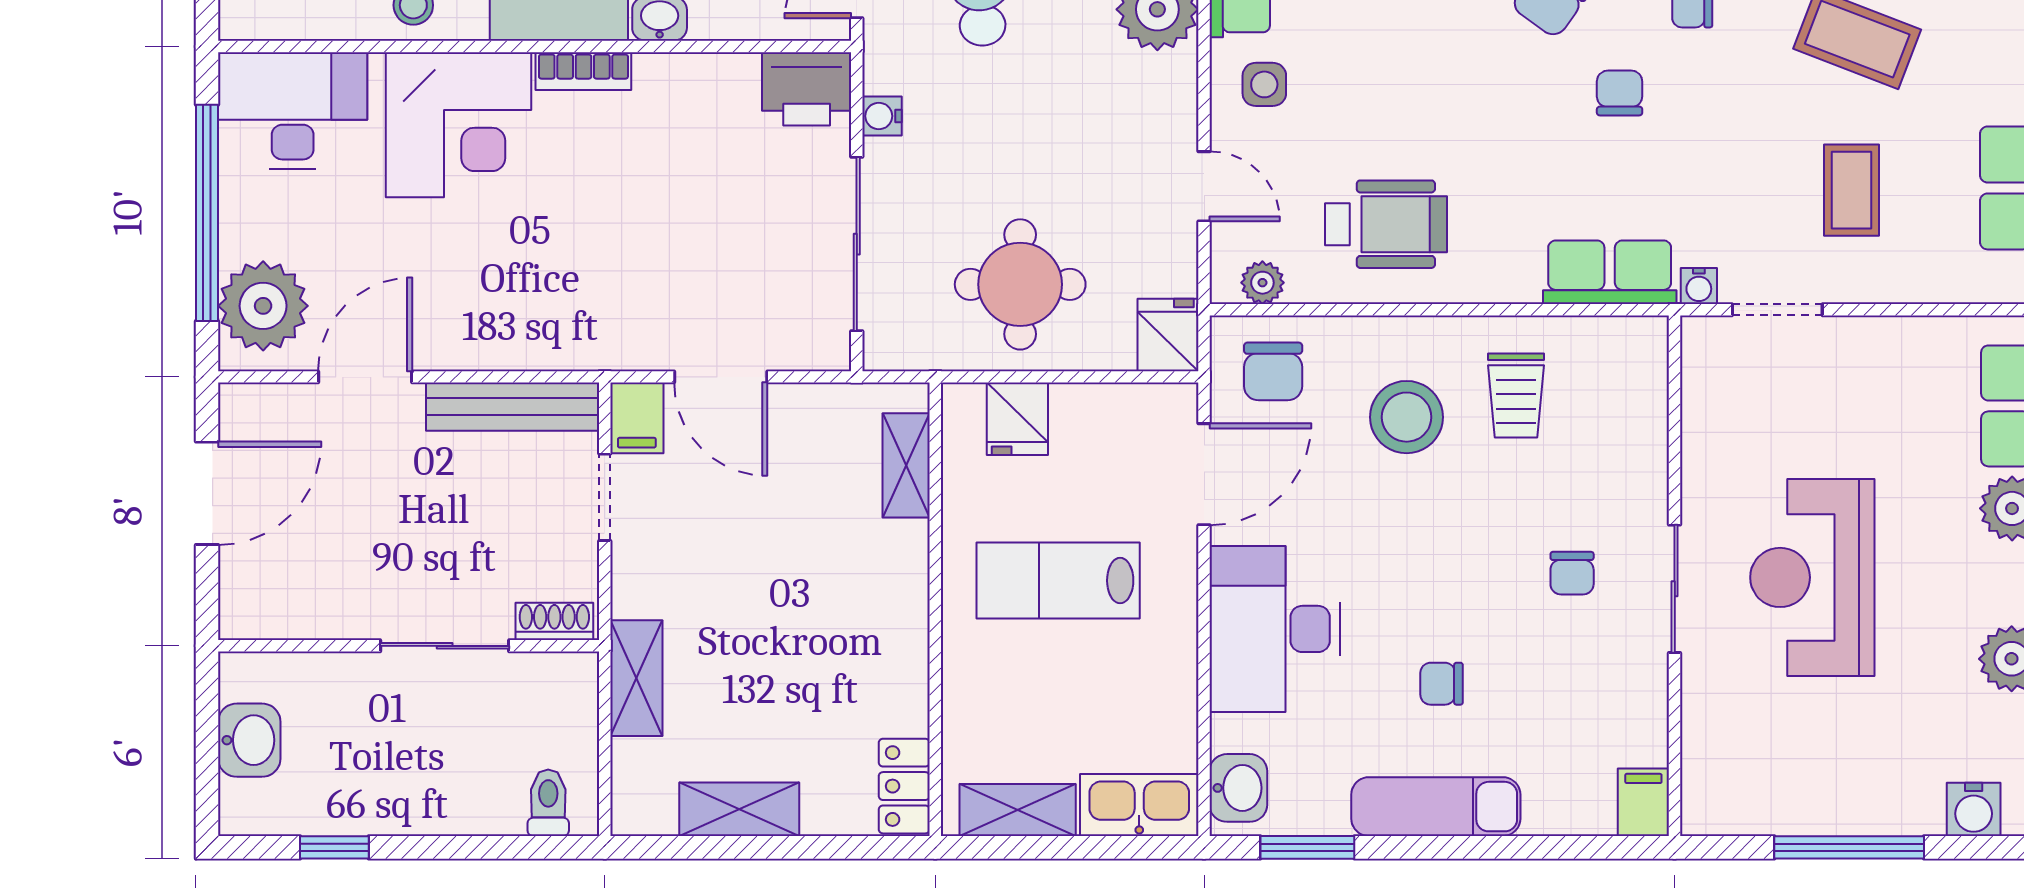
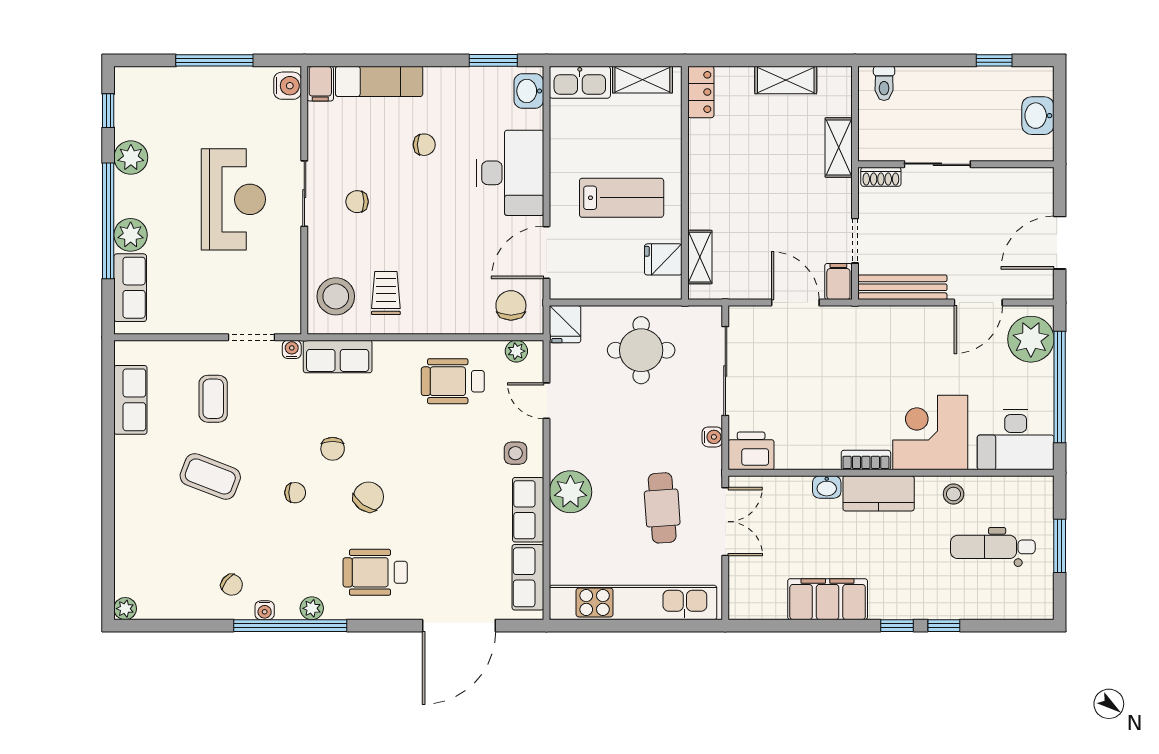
stool: (1407, 417) -> (336, 296), moved
fridge: (1017, 419) -> (663, 259), moved, turned -90
chair: (1572, 573) -> (357, 202), turned -90
exam couch: (1436, 807) -> (379, 81), moved
water cooler: (1974, 809) -> (288, 86), moved, turned 90

